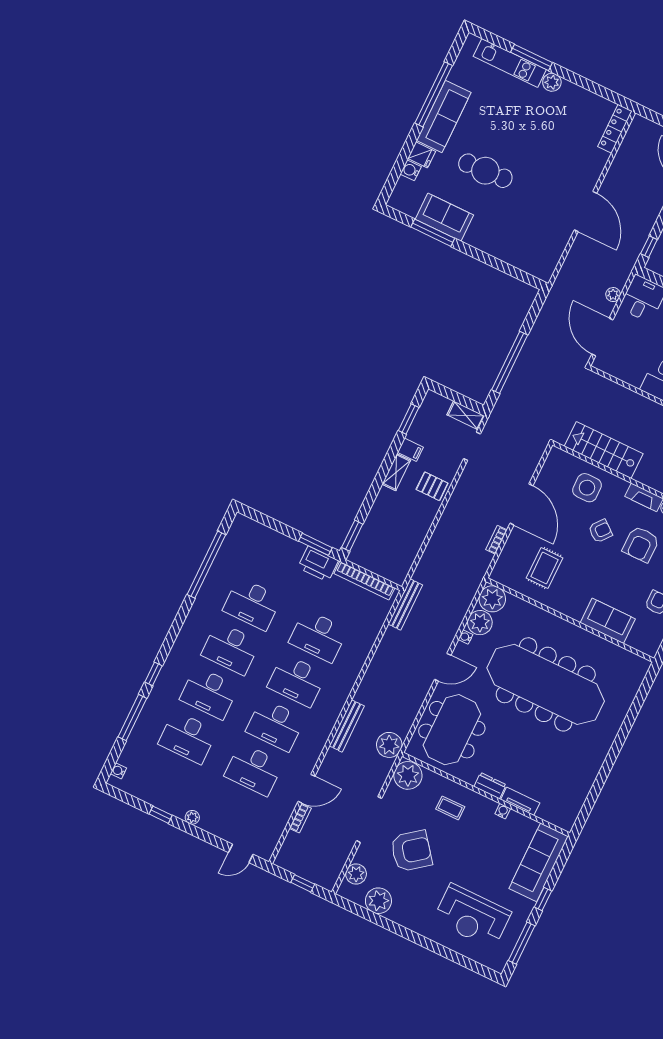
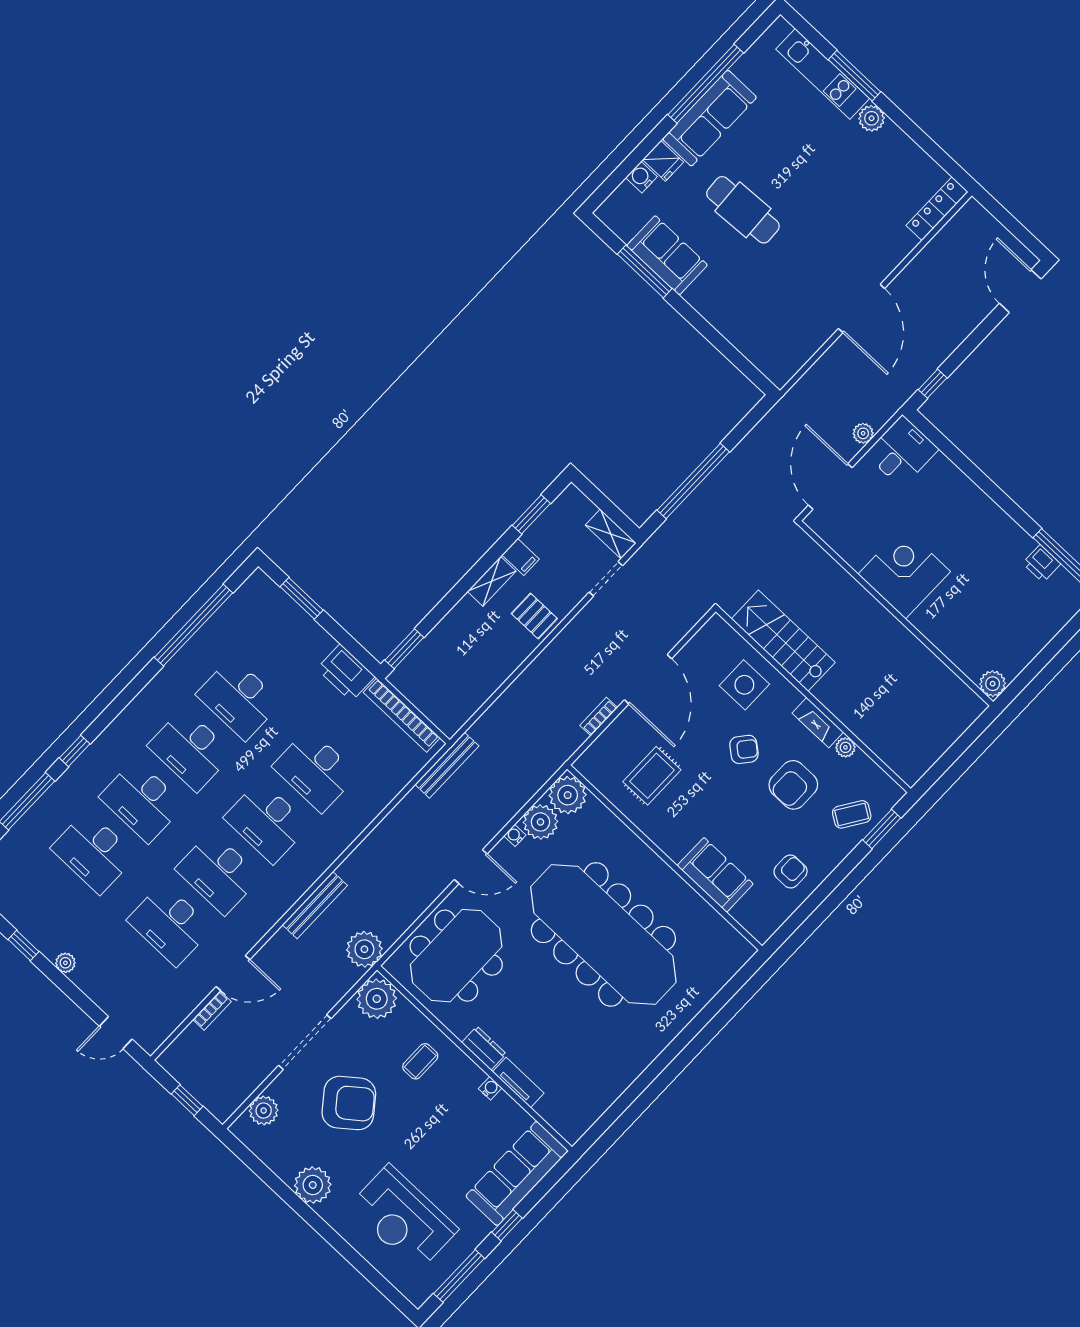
window: (315, 544) -> (302, 598), moved
coffee table: (450, 808) -> (420, 1061), turned 90
plant: (378, 901) -> (313, 1185), moved

